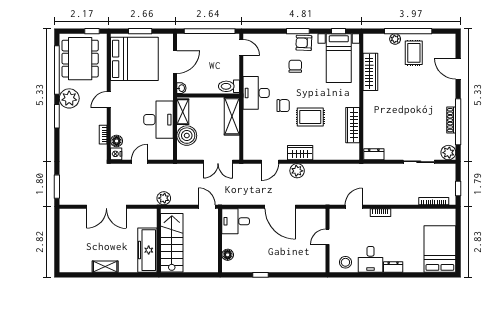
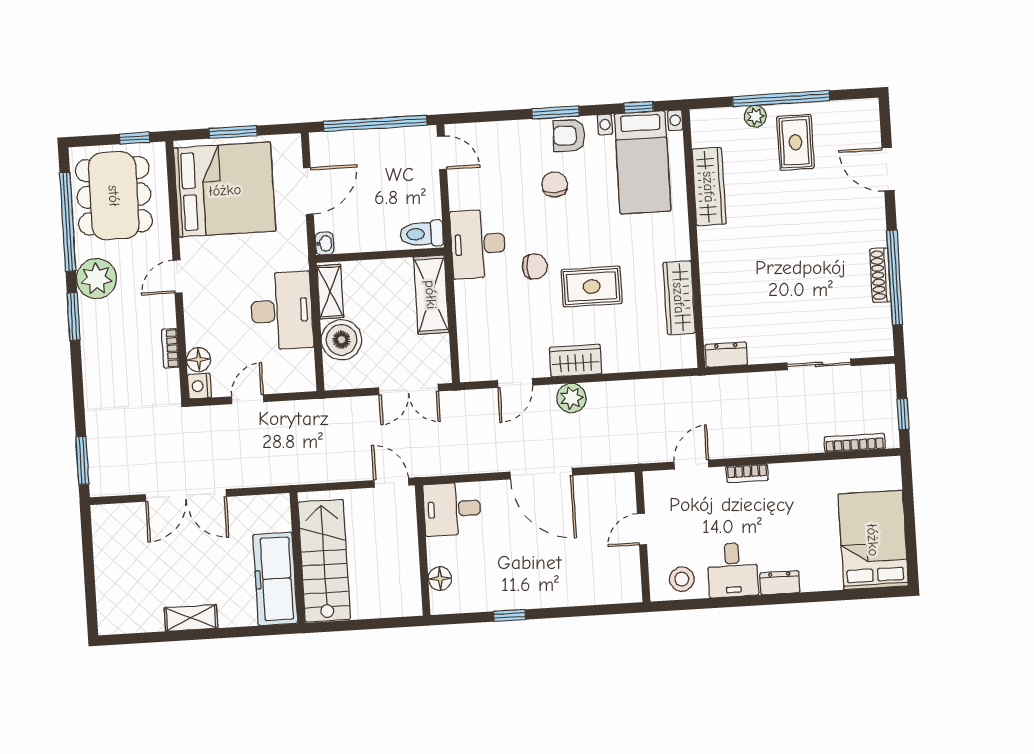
plant: (448, 153) -> (878, 342), removed
plant: (164, 198) -> (302, 471), removed

